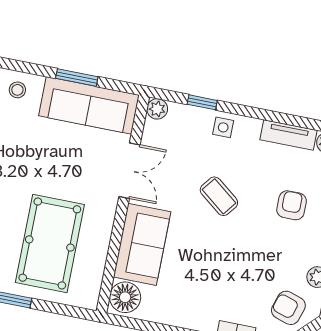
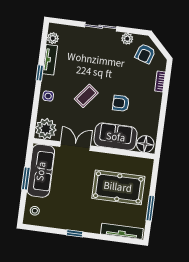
window: (202, 102) -> (40, 73), moved
plant: (157, 109) -> (46, 129), width x1.88, depth x1.88
armchair: (292, 205) -> (121, 103), moved

